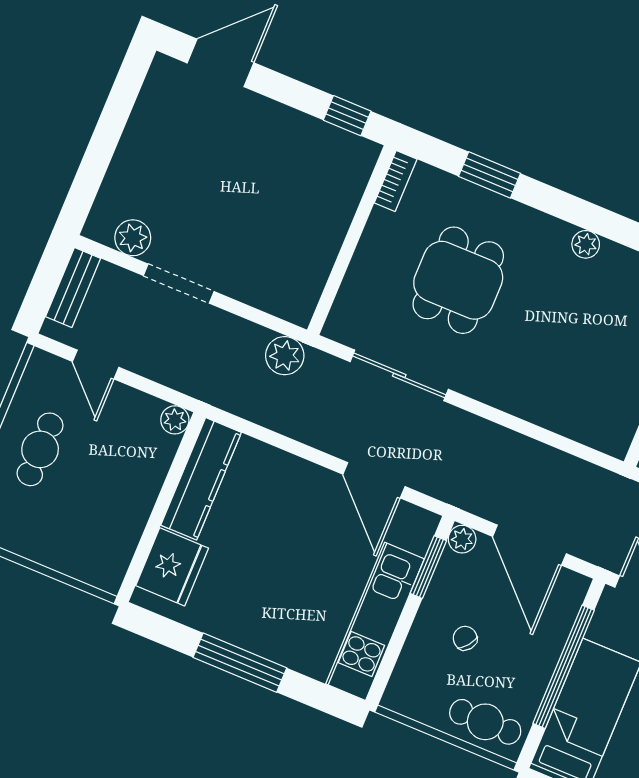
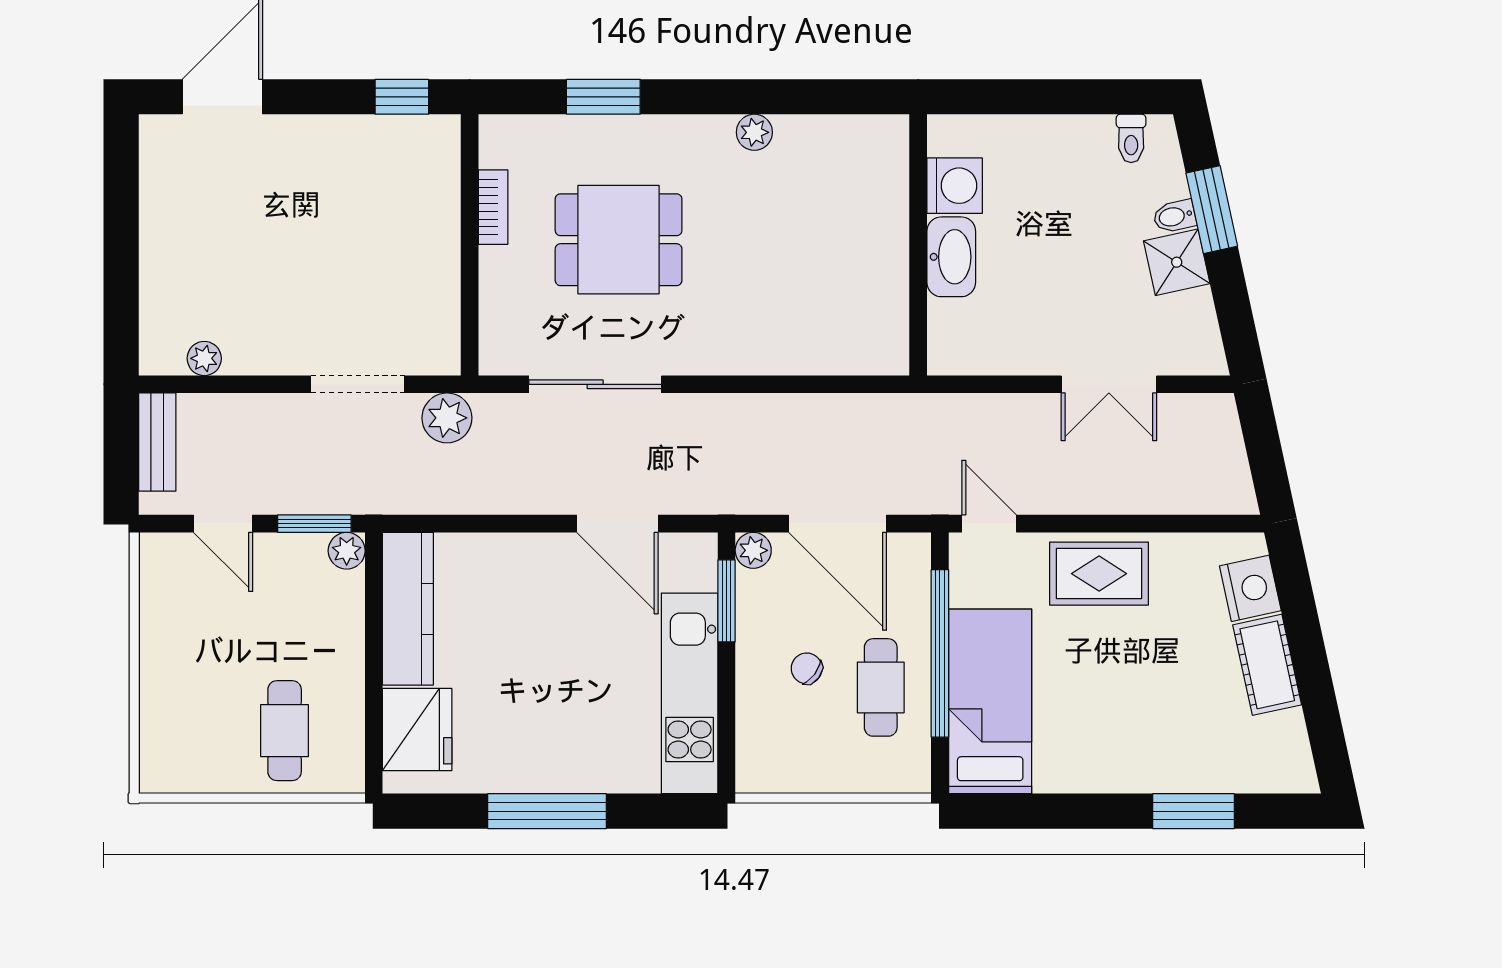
bookcase: (396, 181) -> (493, 207), moved
plant: (133, 238) -> (204, 358), width x0.73, depth x0.73
dining table: (458, 280) -> (619, 240), turned 90
doorway: (179, 284) -> (358, 384), moved
window: (160, 391) -> (314, 524), added
cafe table: (40, 449) -> (285, 731), moved
cafe table: (485, 722) -> (881, 687), moved, turned 90

